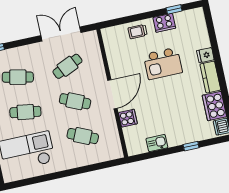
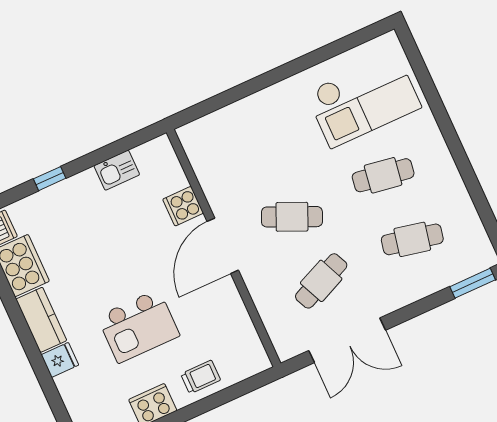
kitchen island: (163, 63) -> (138, 326), turned 180
cafe table: (83, 136) -> (263, 153), removed

